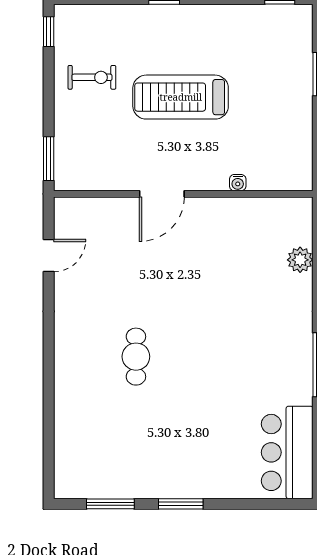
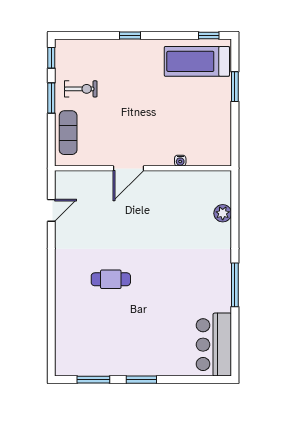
treadmill: (181, 97) -> (197, 61), moved
exercise mat: (73, 142) -> (68, 133), added
window: (49, 159) -> (51, 98), moved
cafe table: (136, 357) -> (111, 279), turned 90

